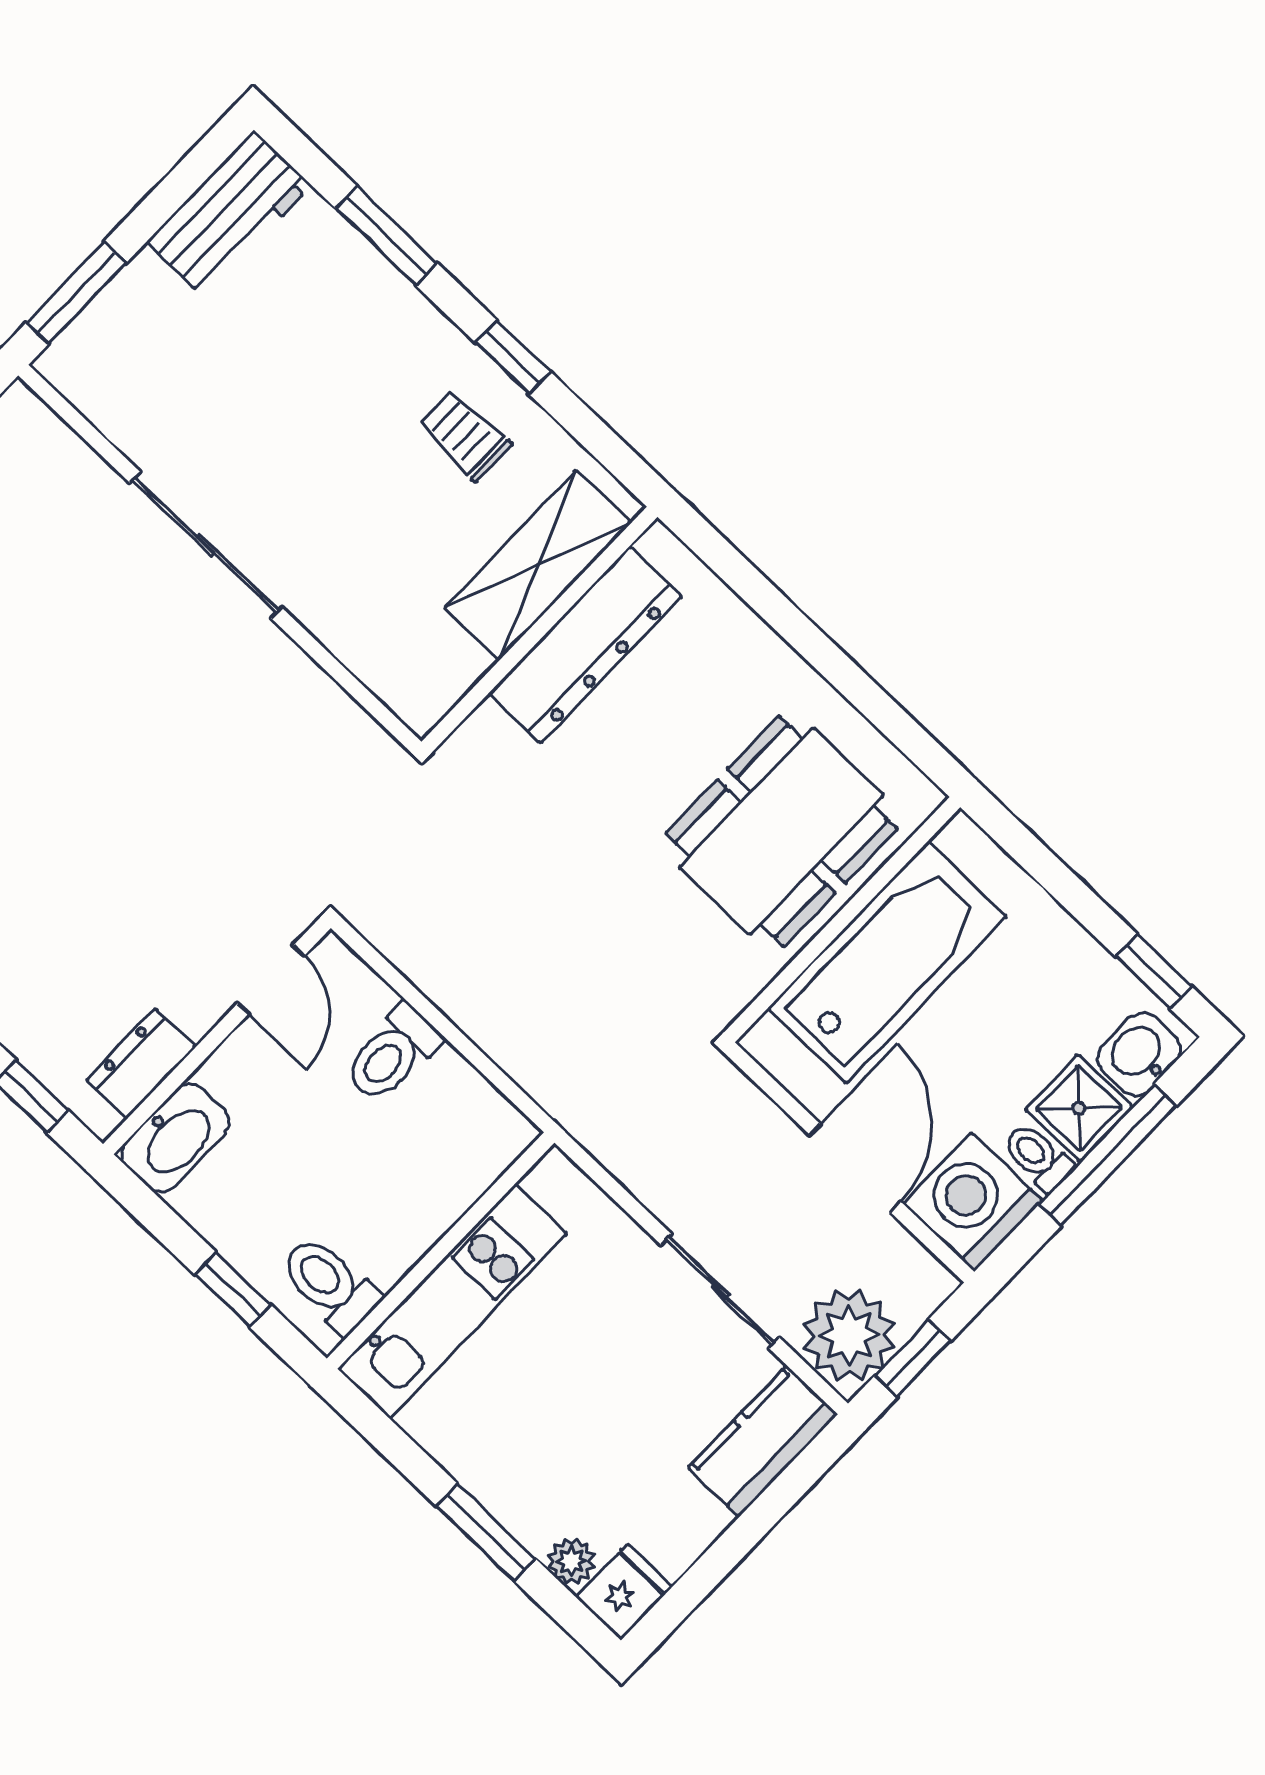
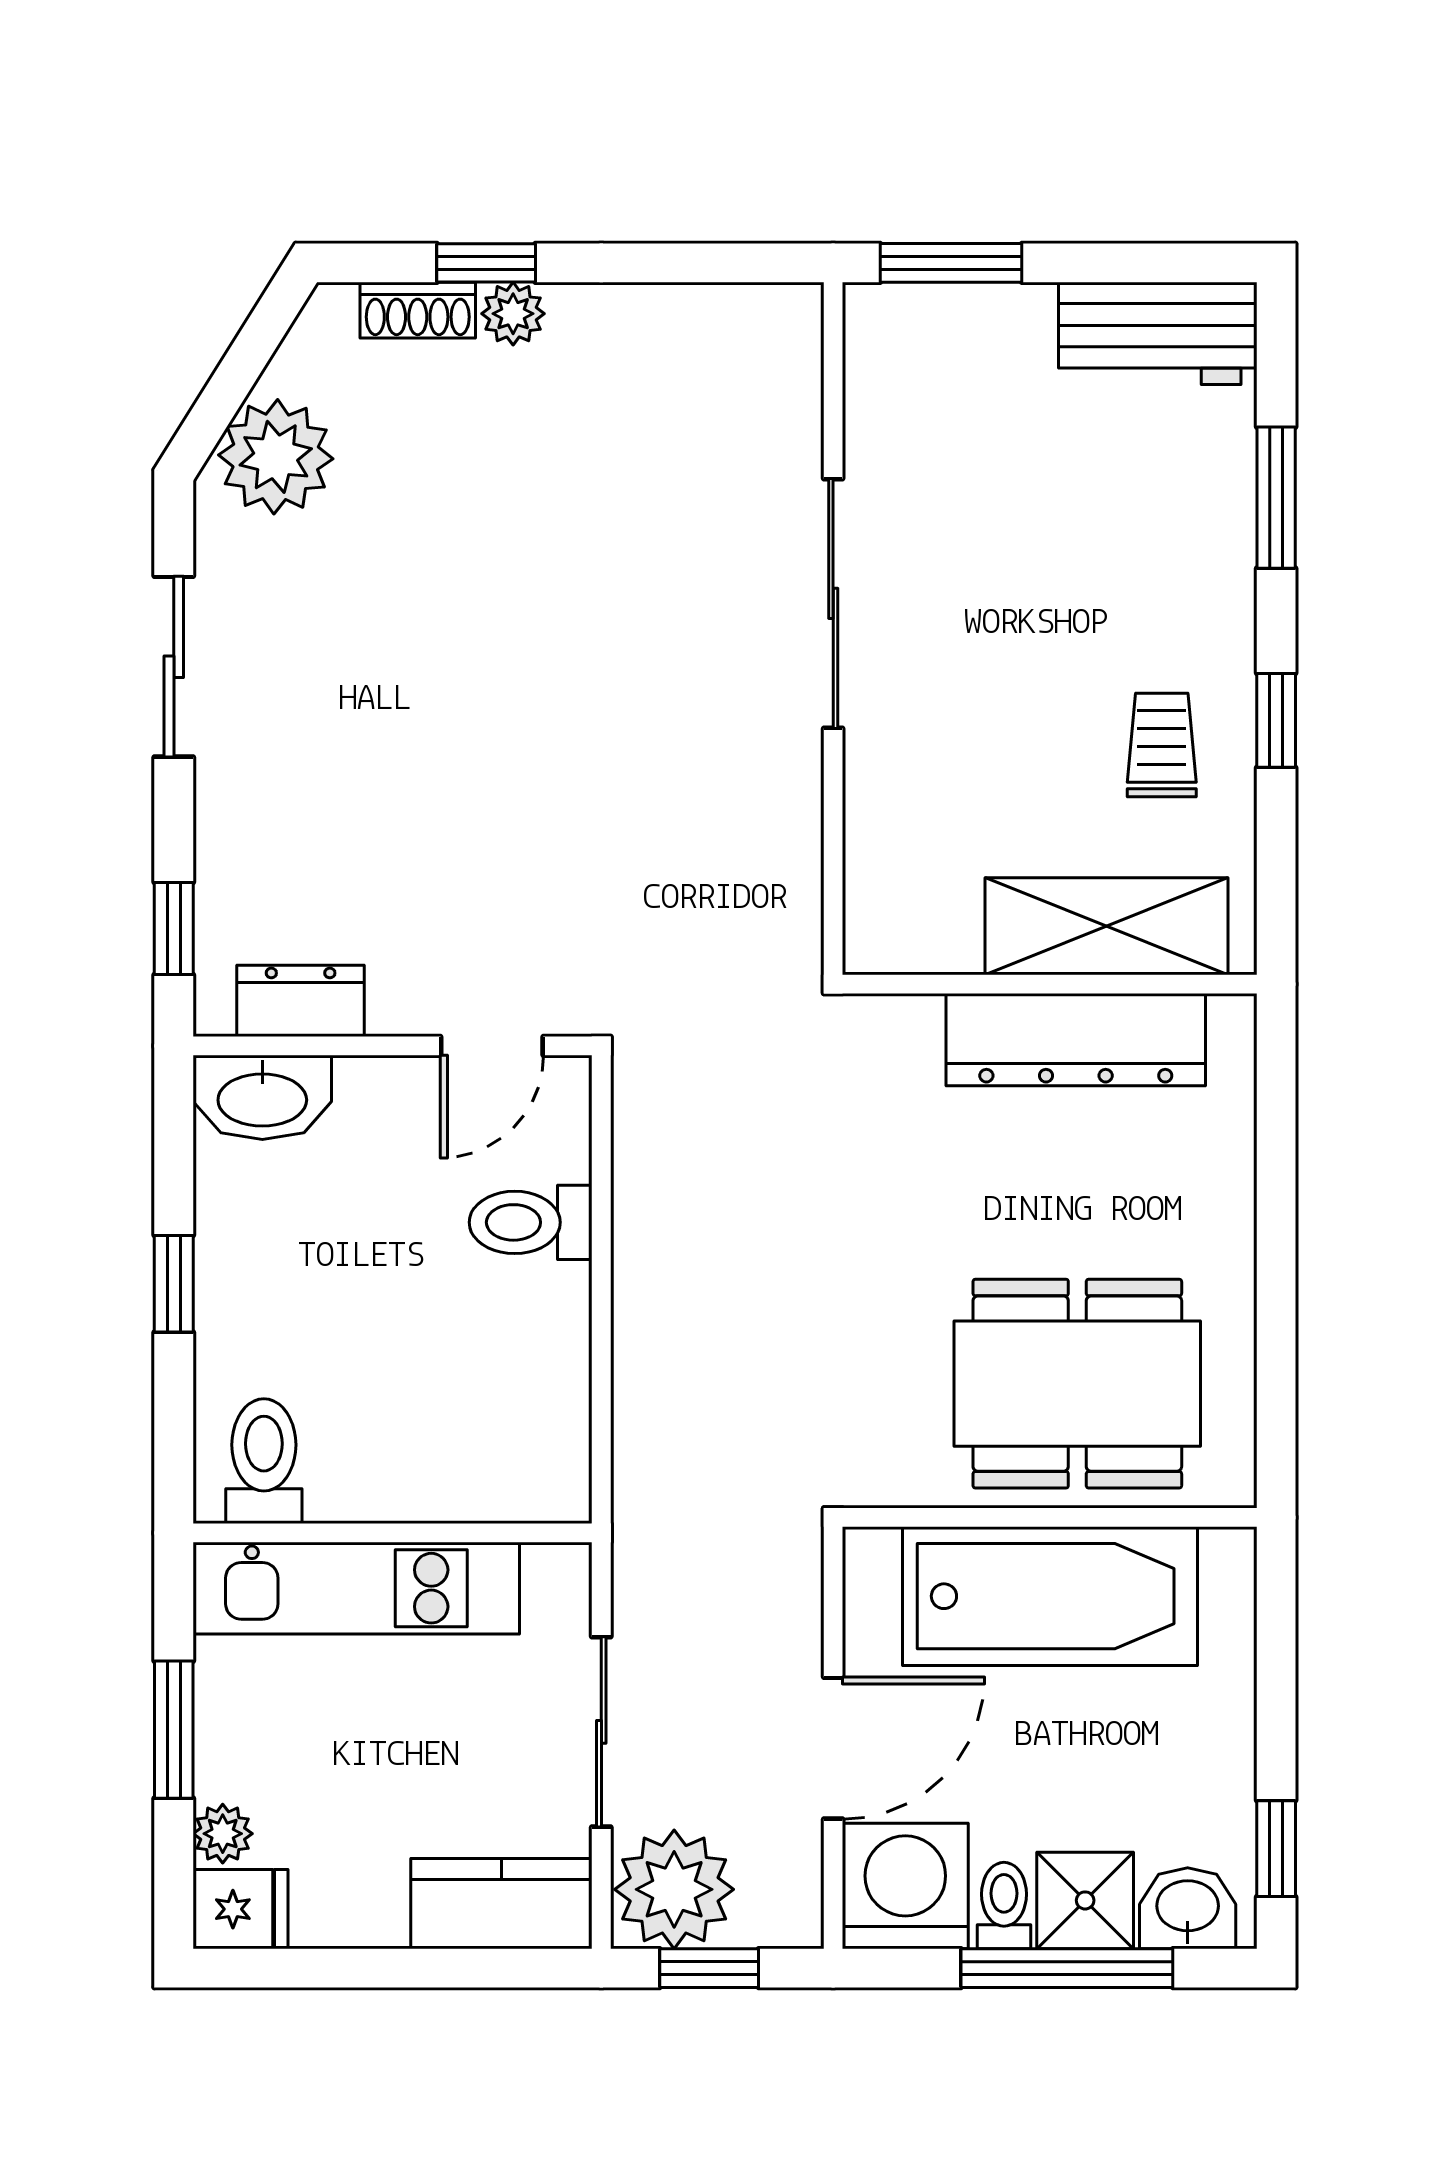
wall: (441, 1251) -> (393, 1533), moved
toilet: (330, 1285) -> (264, 1461), moved
kitchen unit: (452, 1301) -> (356, 1588), moved

